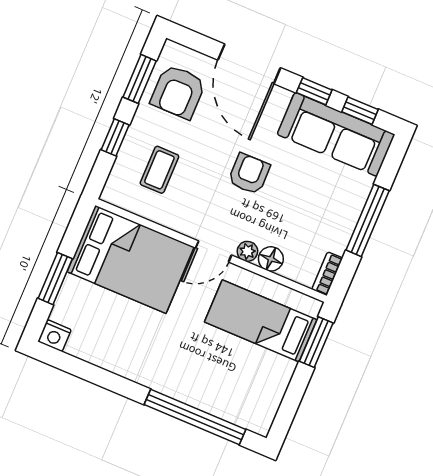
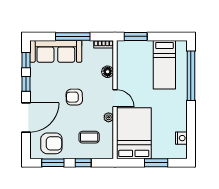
sofa: (336, 134) -> (56, 51), moved, turned 90
plant: (247, 251) -> (109, 117), moved
bed: (261, 321) -> (164, 65), moved
nightstand: (55, 336) -> (181, 138), moved

